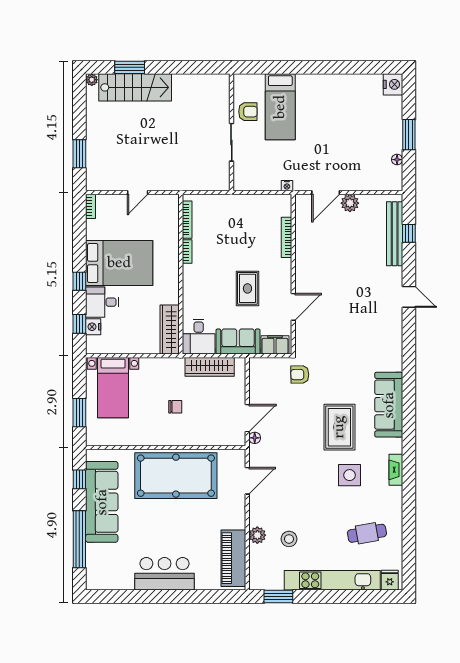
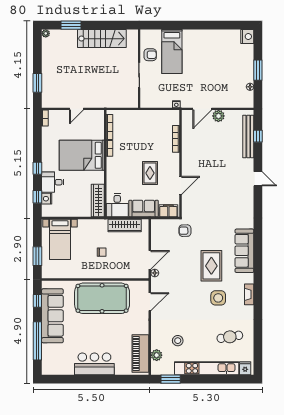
stairs: (135, 87) -> (102, 39), moved
bed: (119, 263) -> (82, 155), moved, turned 180
plant: (257, 535) -> (157, 355), moved

